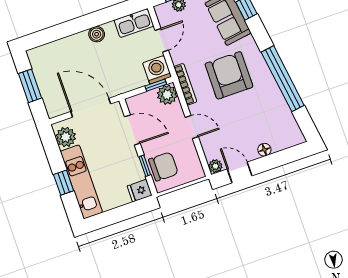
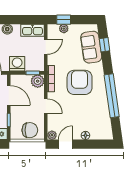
washing machine: (157, 70) -> (17, 64), moved
chair: (163, 167) -> (30, 130), moved
door: (240, 172) -> (65, 144), hinge flipped

